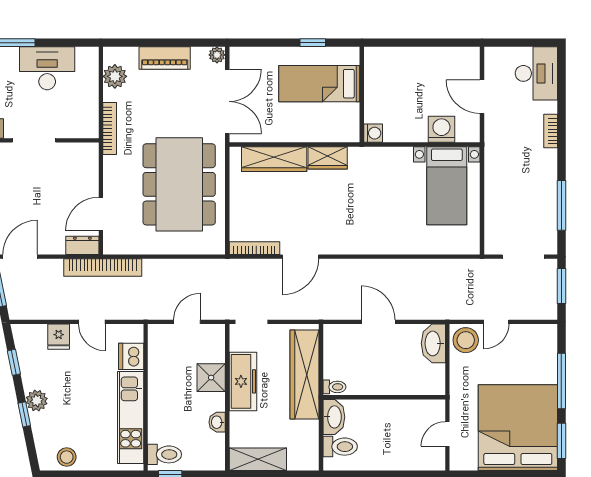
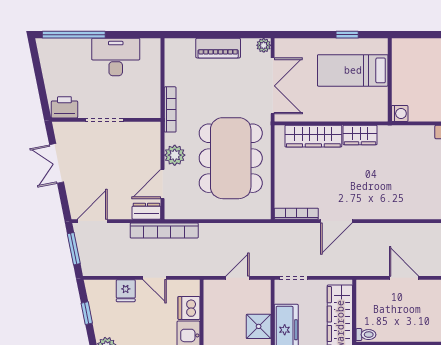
plant: (115, 76) -> (175, 155), moved

